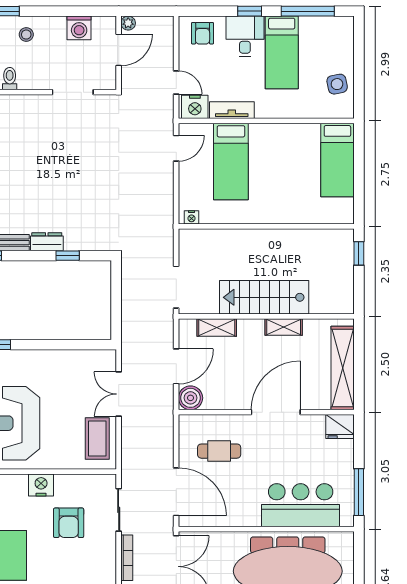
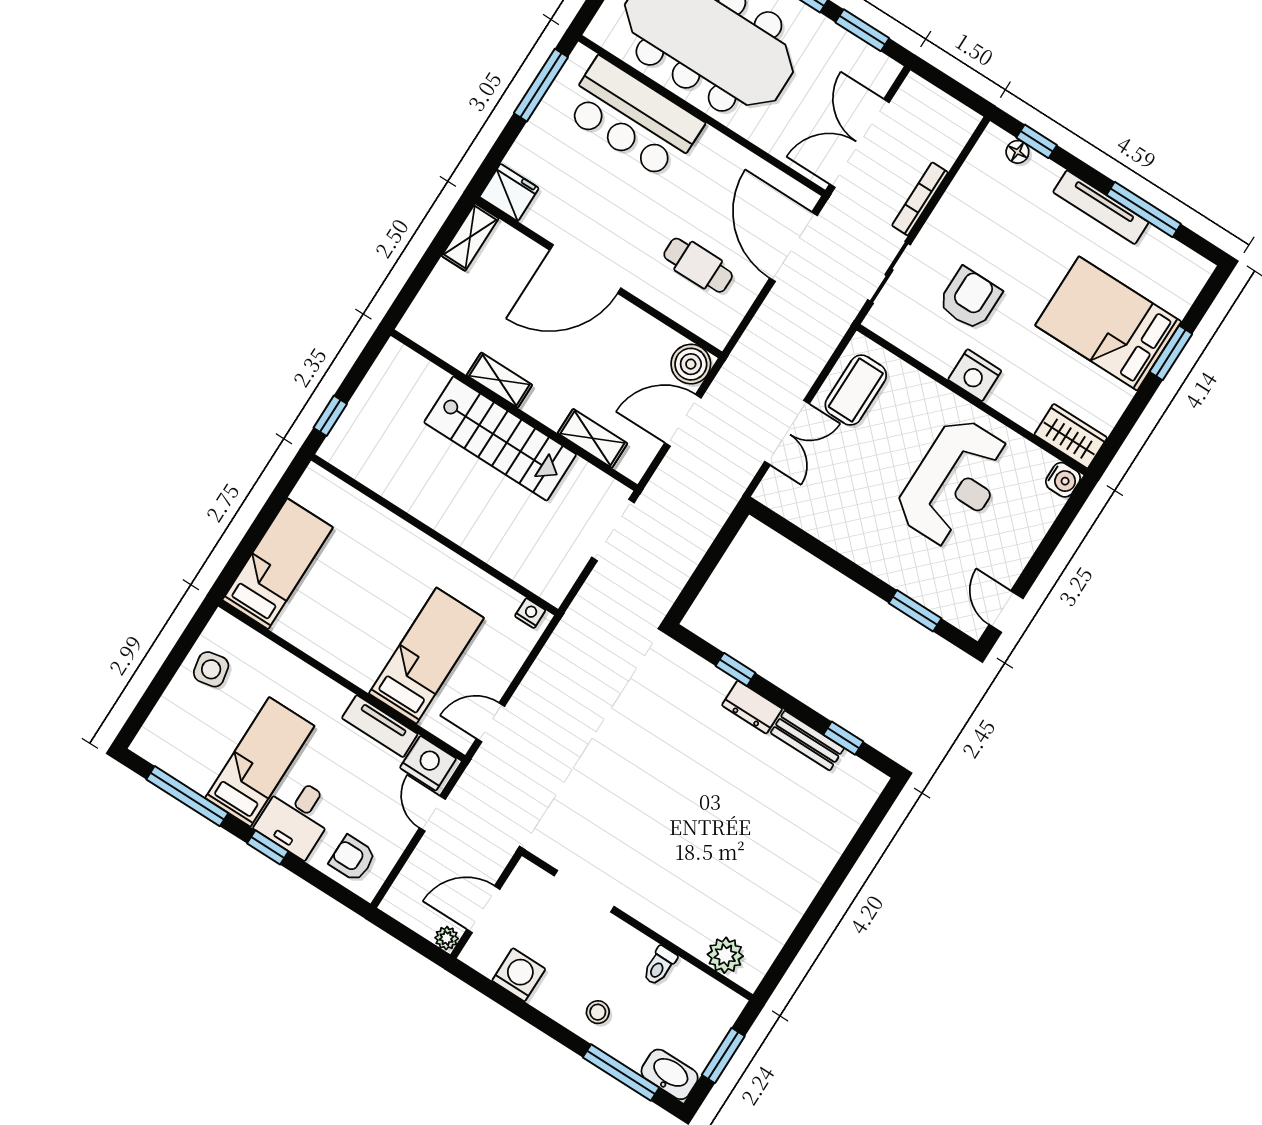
armchair: (203, 33) -> (353, 858), turned -90
shelving: (343, 368) -> (470, 237), width x0.45, depth x0.75

